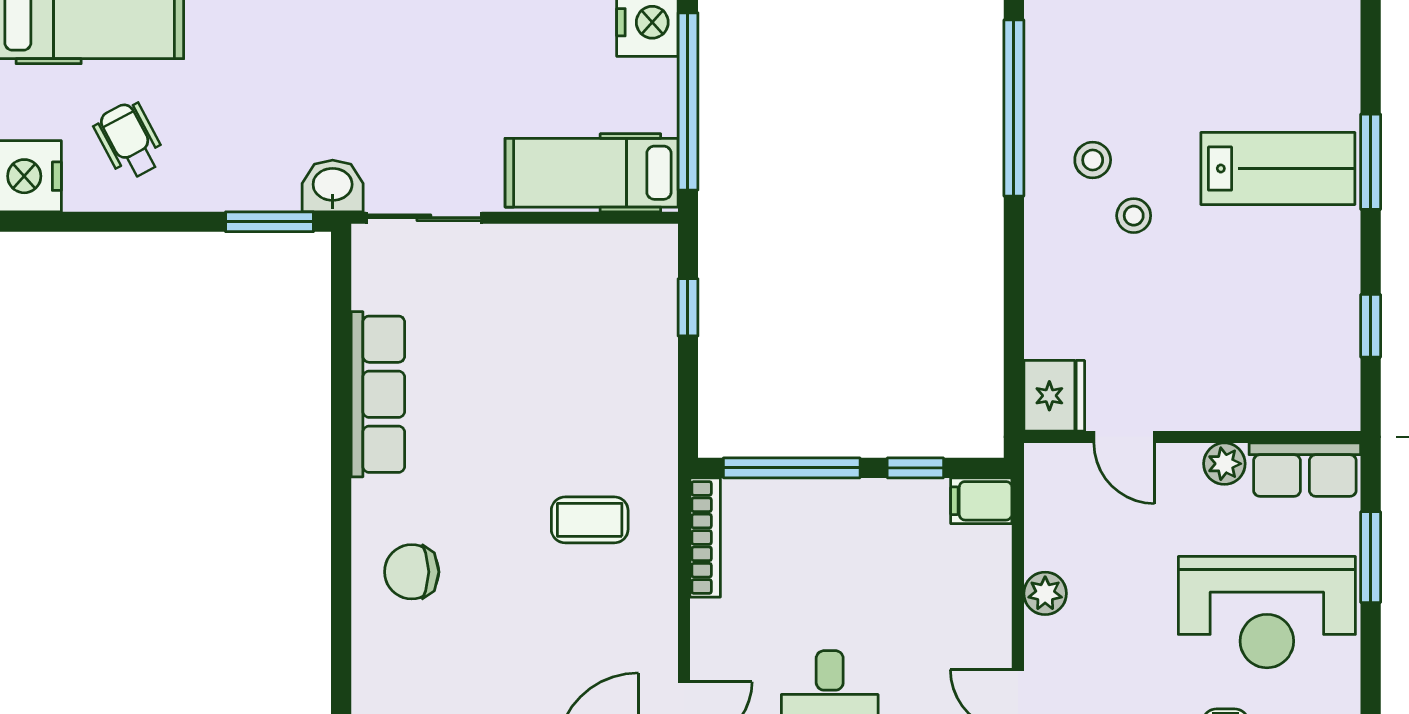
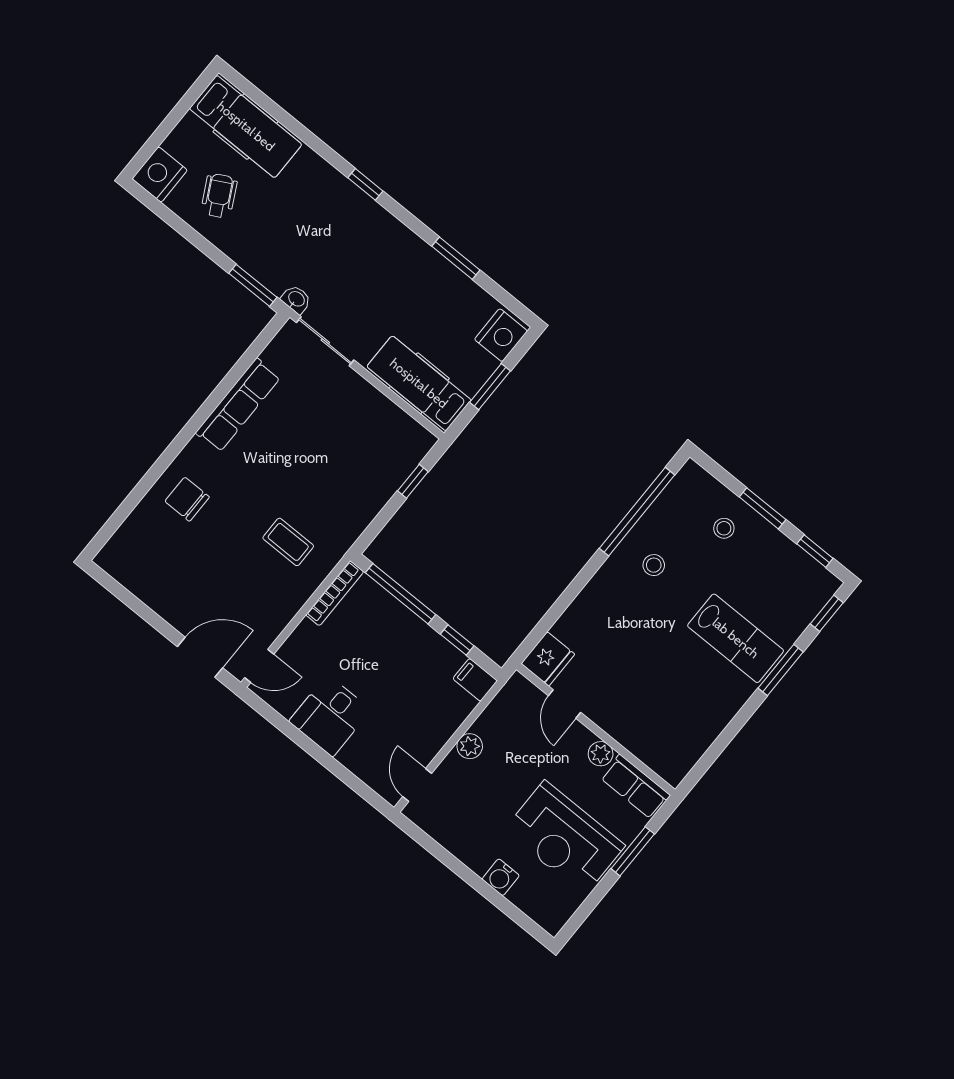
window: (688, 101) -> (490, 387), width x0.47
washbasin: (333, 186) -> (296, 299), width x0.72, depth x0.69
stool: (1134, 216) -> (724, 528), moved
window: (1371, 326) -> (827, 613), moved

